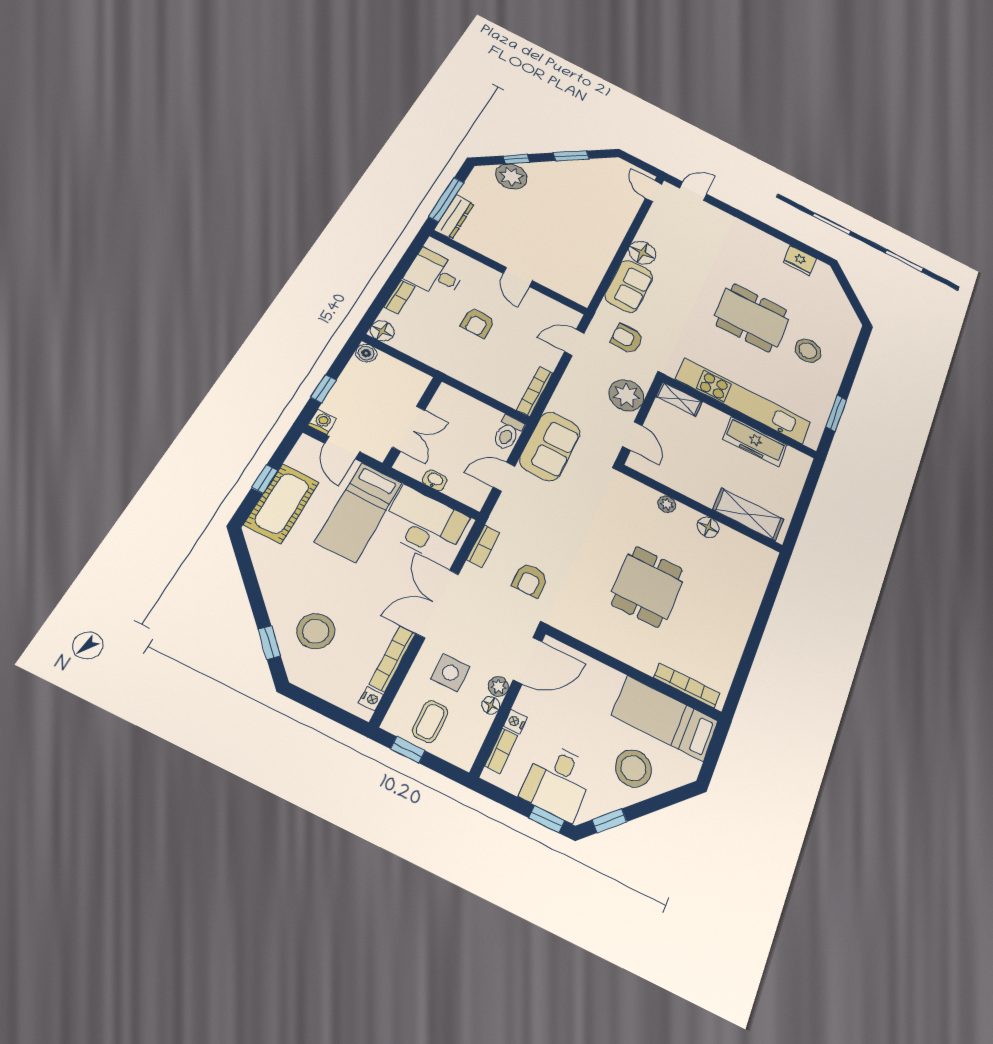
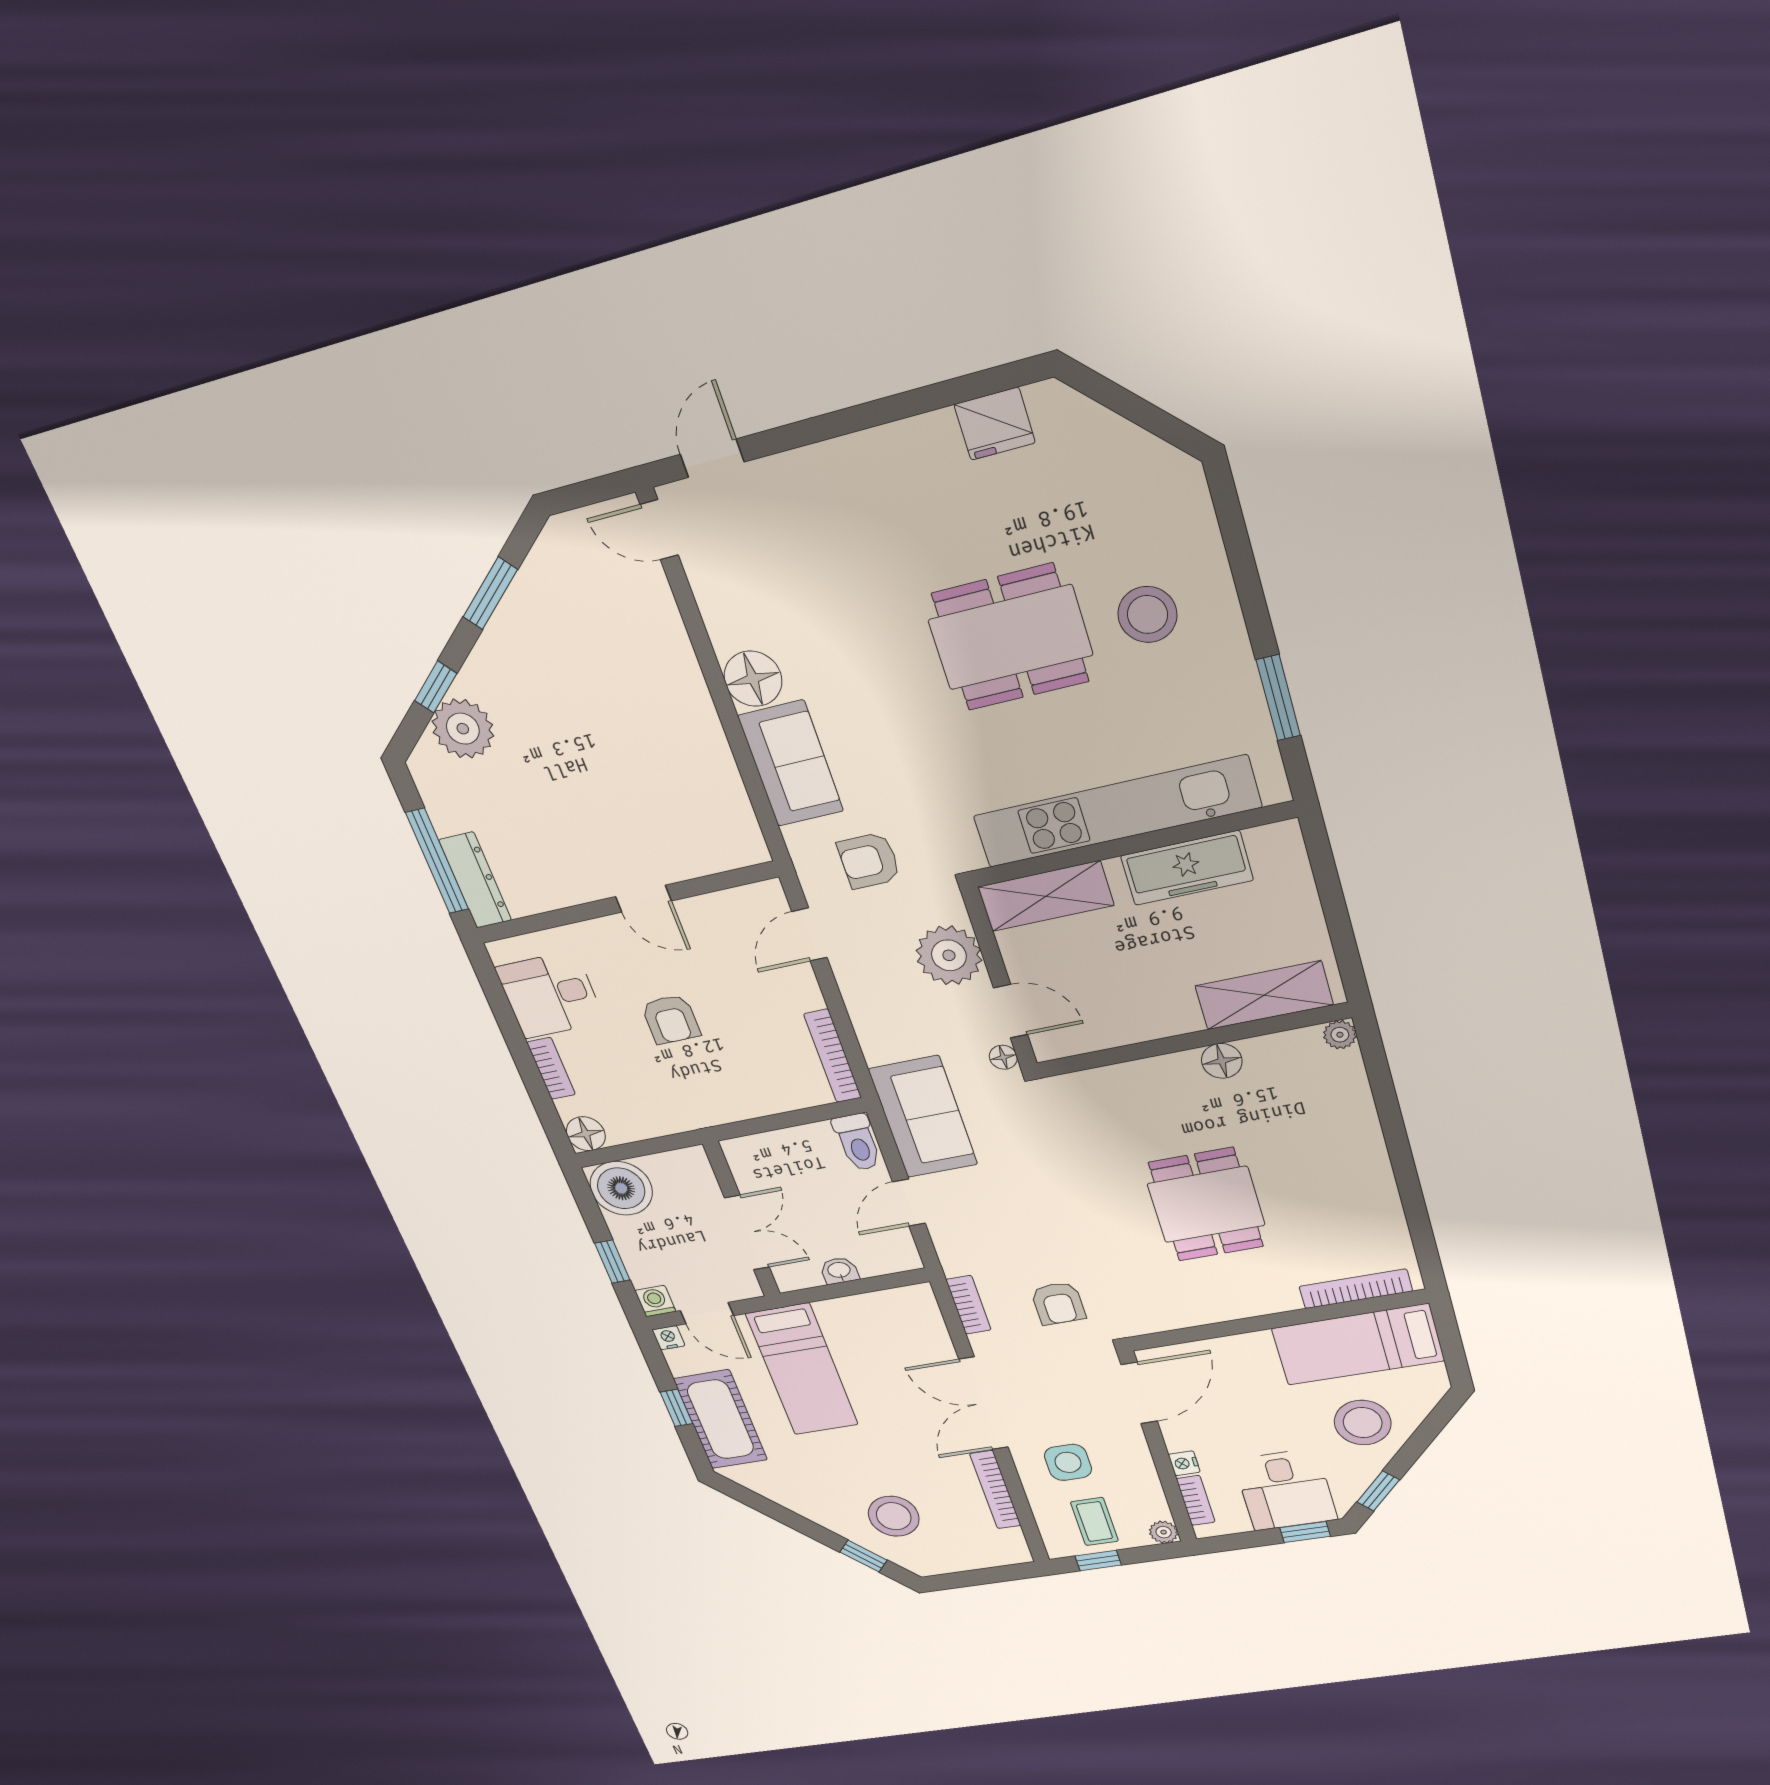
boiler: (366, 353) -> (621, 1188), width x1.86, depth x1.86
shelving: (679, 399) -> (1046, 896), width x1.50, depth x1.33
plant: (667, 504) -> (1340, 1035), moved
desk: (424, 524) -> (881, 1329), removed
plant: (498, 686) -> (1164, 1532), moved
nightstand: (371, 699) -> (668, 1338), moved, turned -90
floor lamp: (491, 705) -> (1003, 1057), moved

